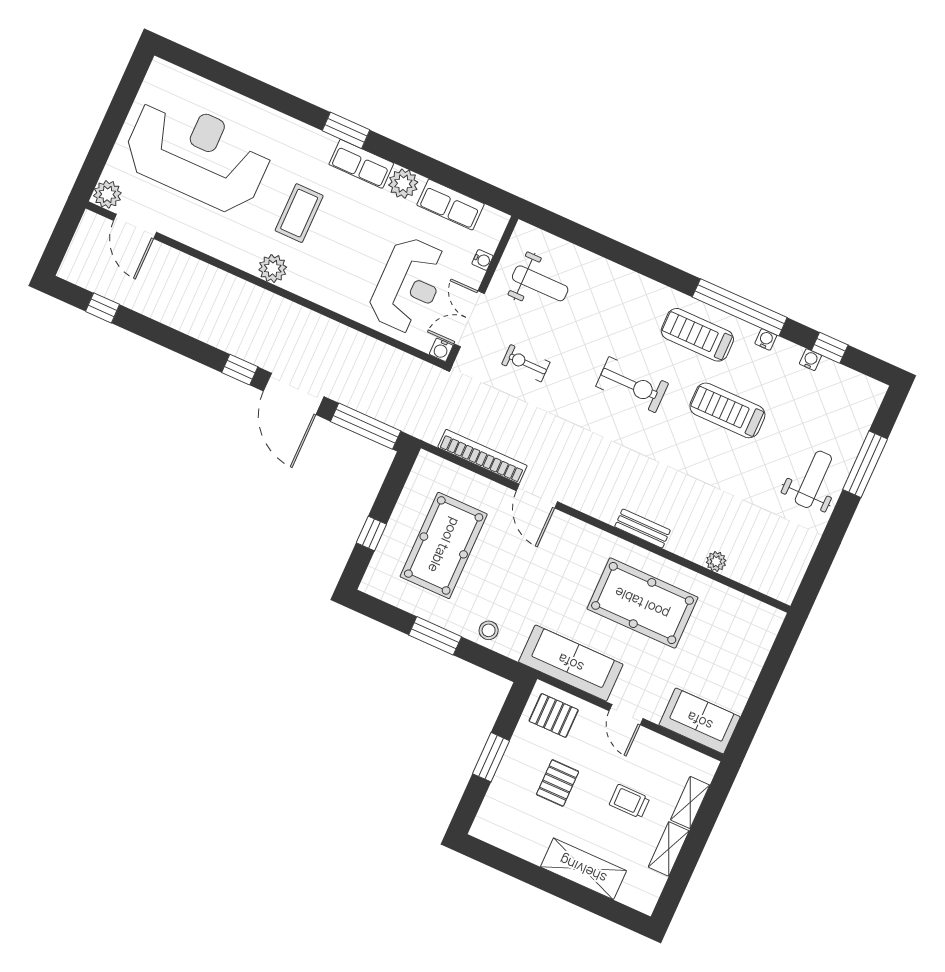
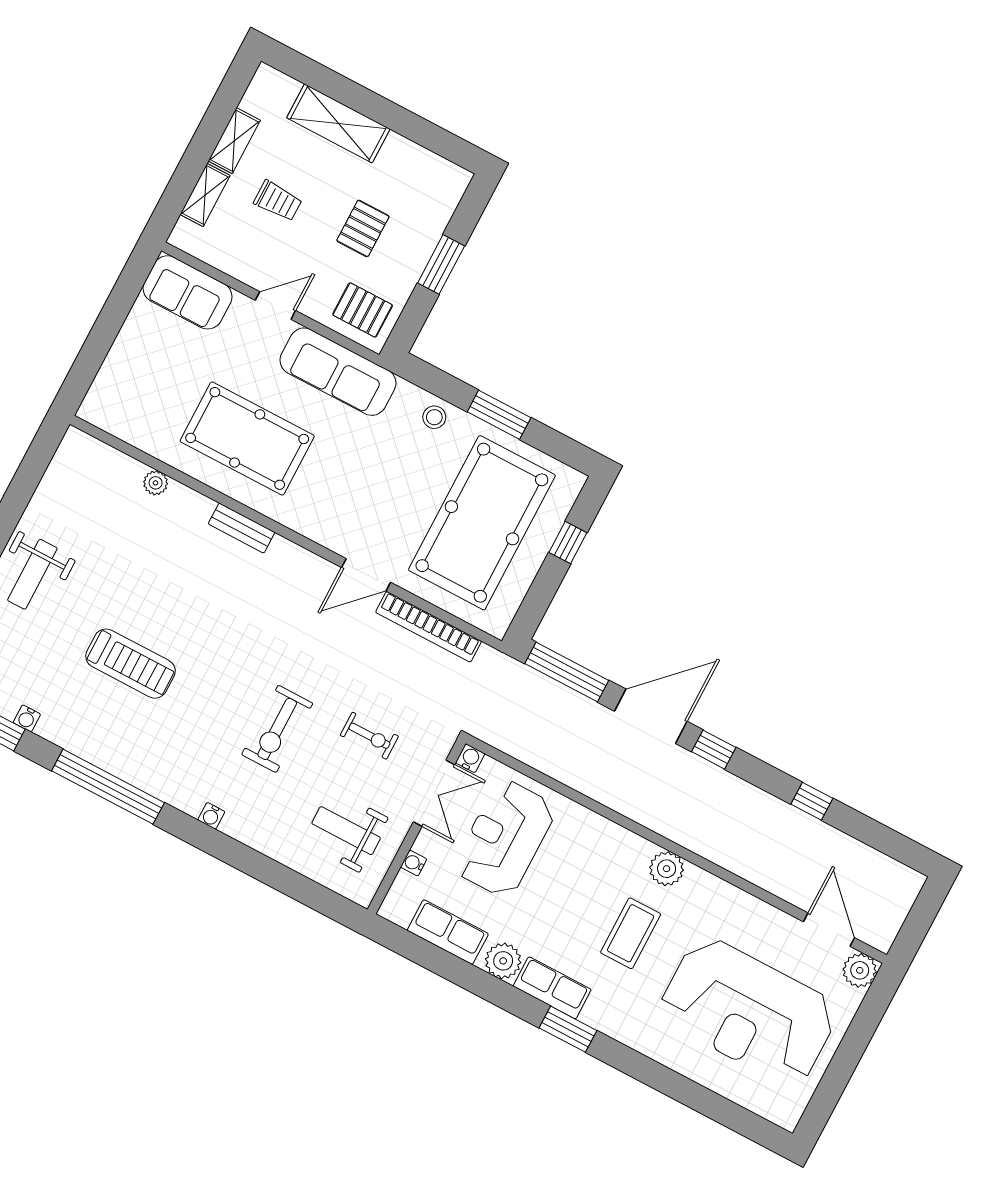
window: (102, 308) -> (812, 801), moved
treadmill: (697, 335) -> (161, 757), removed
water cooler: (766, 339) -> (211, 816), moved
exercise bike: (632, 385) -> (277, 729), moved, turned -90
door: (294, 394) -> (651, 716), hinge flipped
door: (537, 496) -> (366, 575), swing flipped
pool table: (444, 545) -> (482, 523), width x1.36, depth x1.32
door: (626, 715) -> (275, 305), hinge flipped

